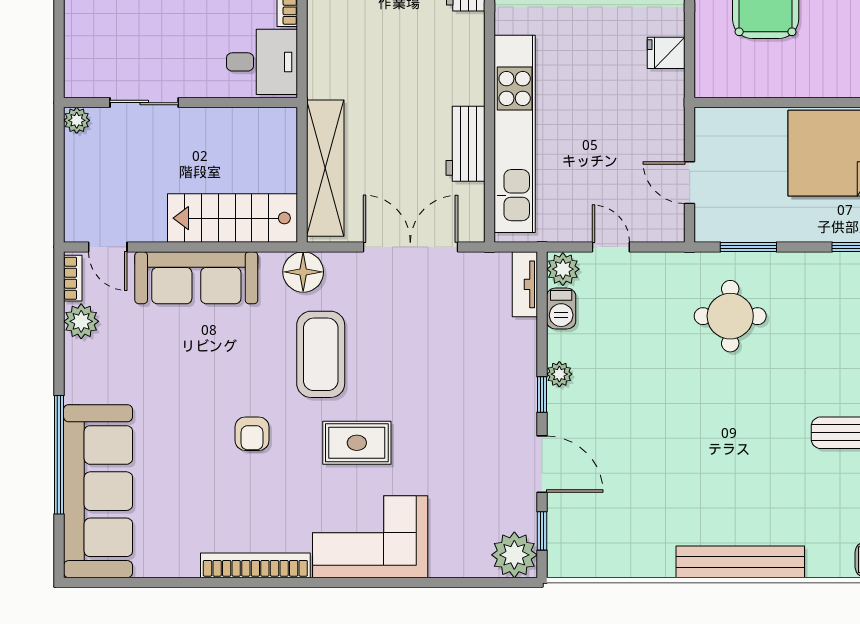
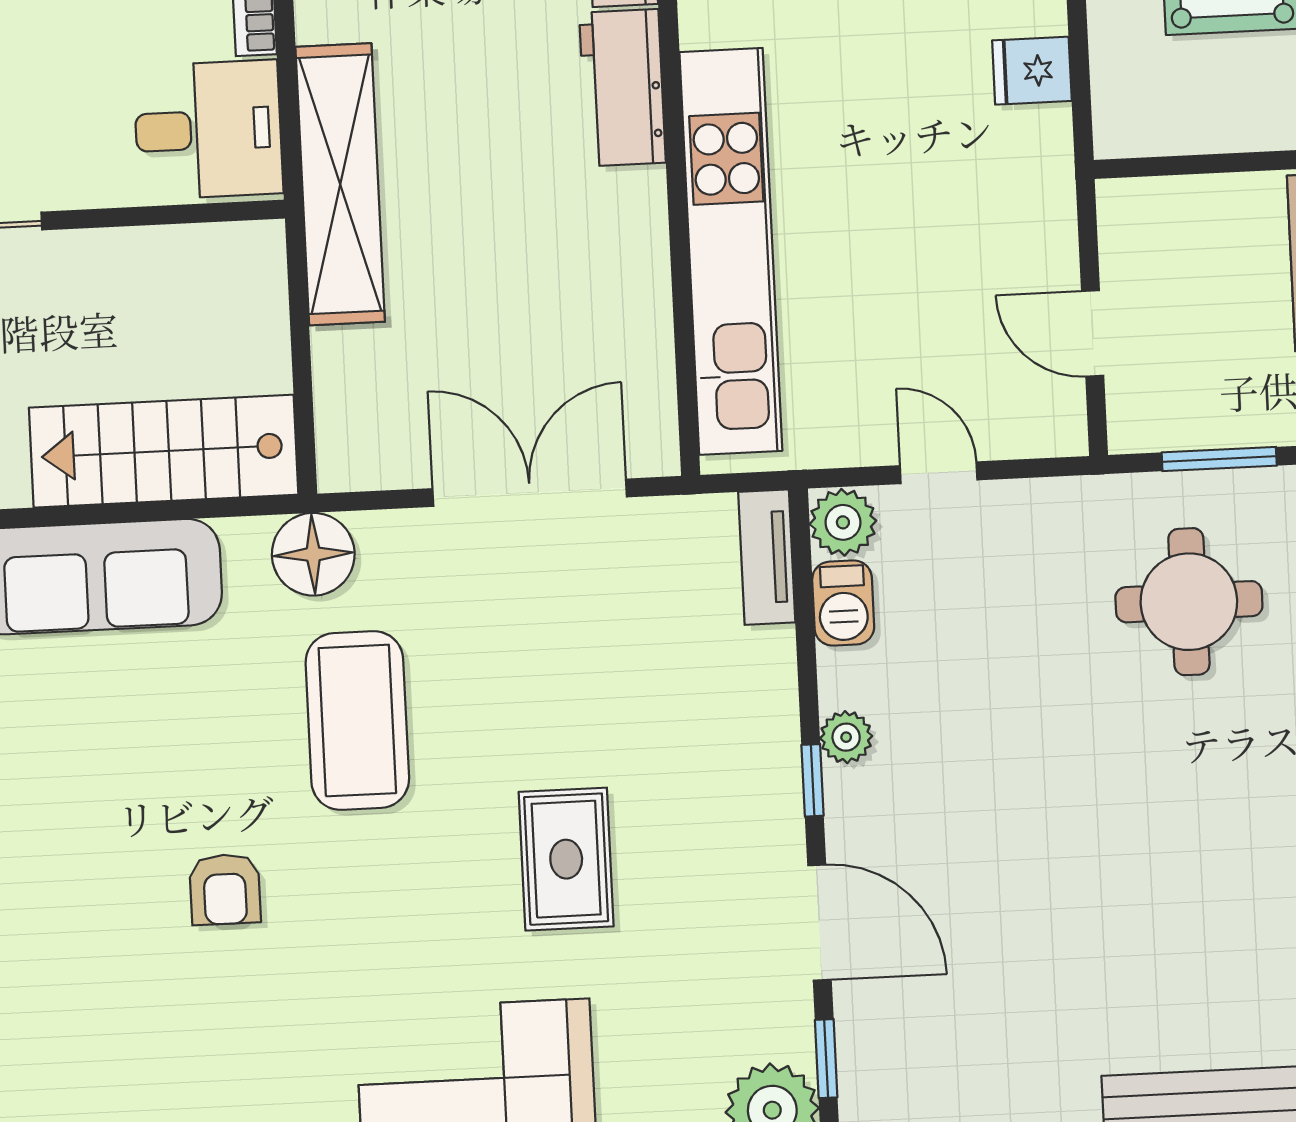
workbench: (466, 144) -> (622, 88), moved
shelving: (325, 168) -> (340, 184), moved
rug: (357, 443) -> (566, 859), moved, turned 90

